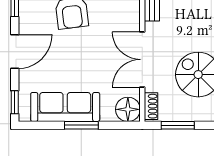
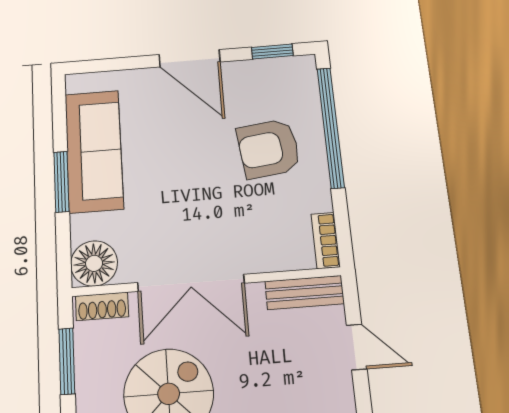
double door: (142, 60) -> (191, 283), swing flipped
window: (15, 102) -> (99, 66), removed

